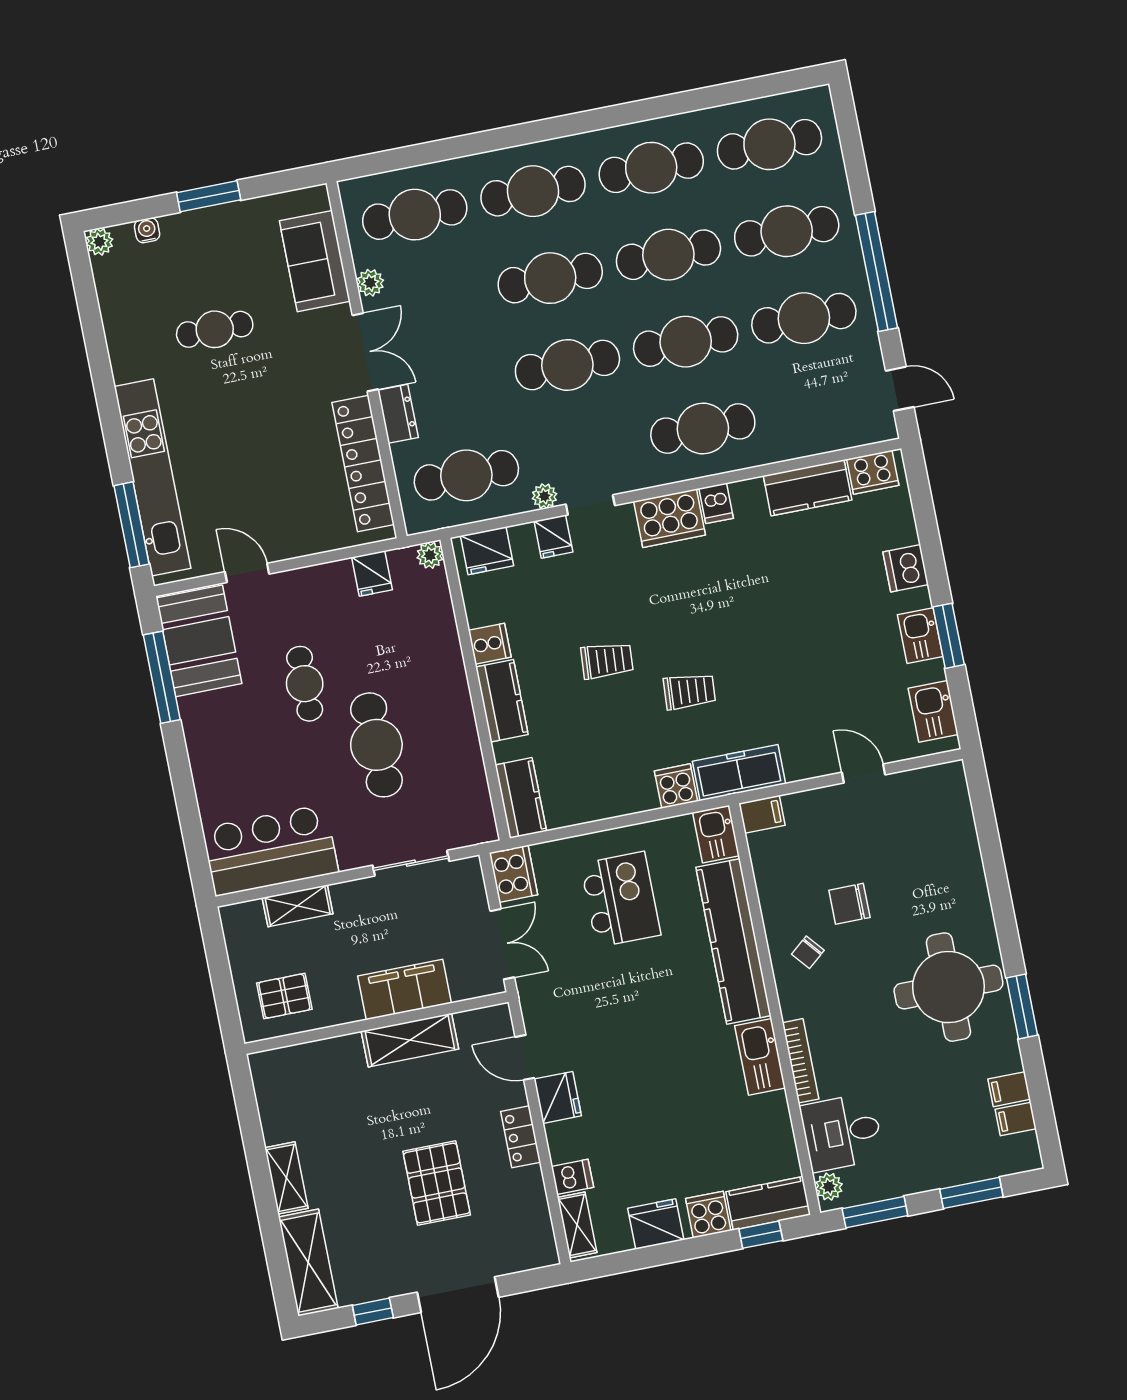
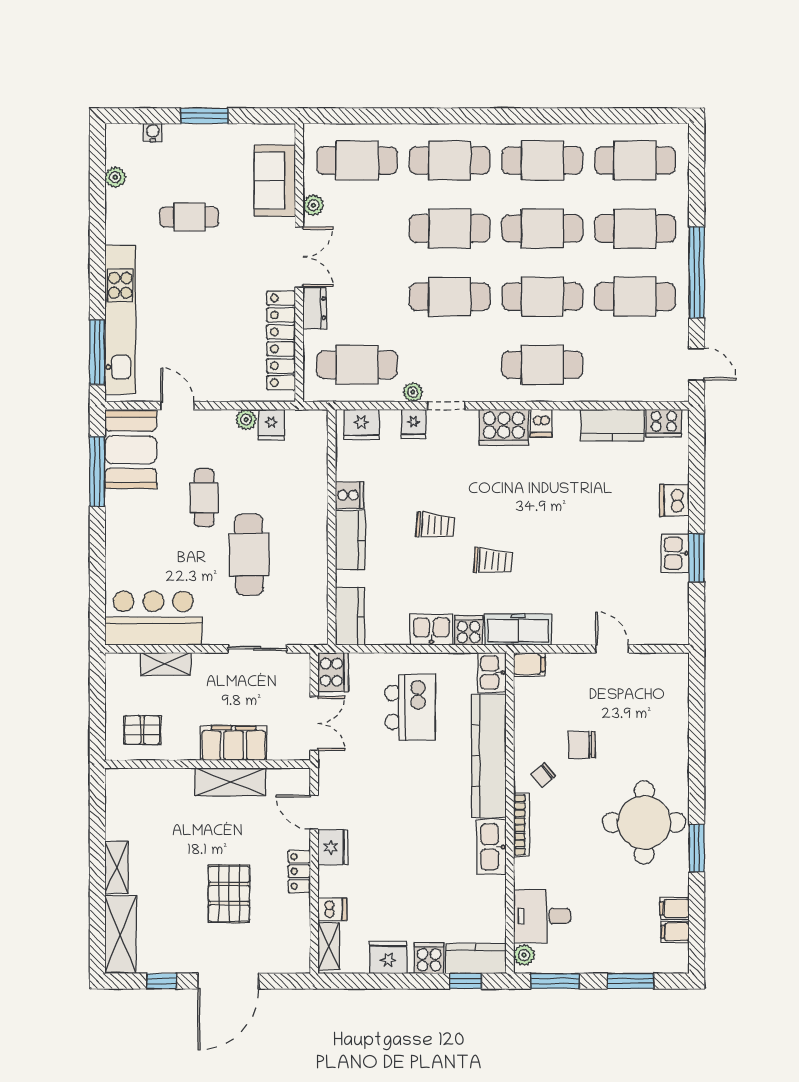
plant: (99, 242) -> (115, 177), moved
plant: (430, 555) -> (246, 420), moved
kitchen sink: (933, 711) -> (431, 630), moved, turned 90
bookcase: (801, 1061) -> (522, 825), moved

